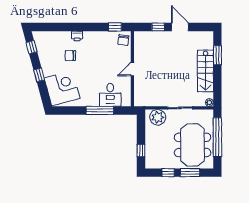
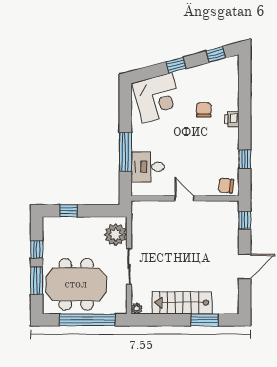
window: (115, 27) -> (245, 159), moved
window: (158, 27) -> (245, 220), moved

